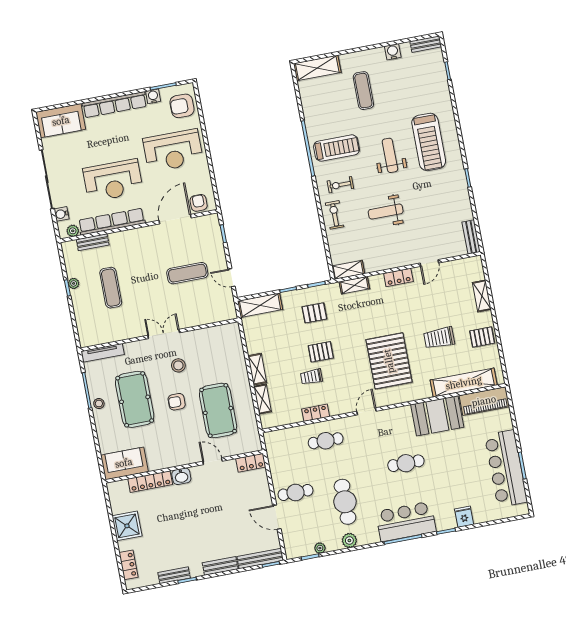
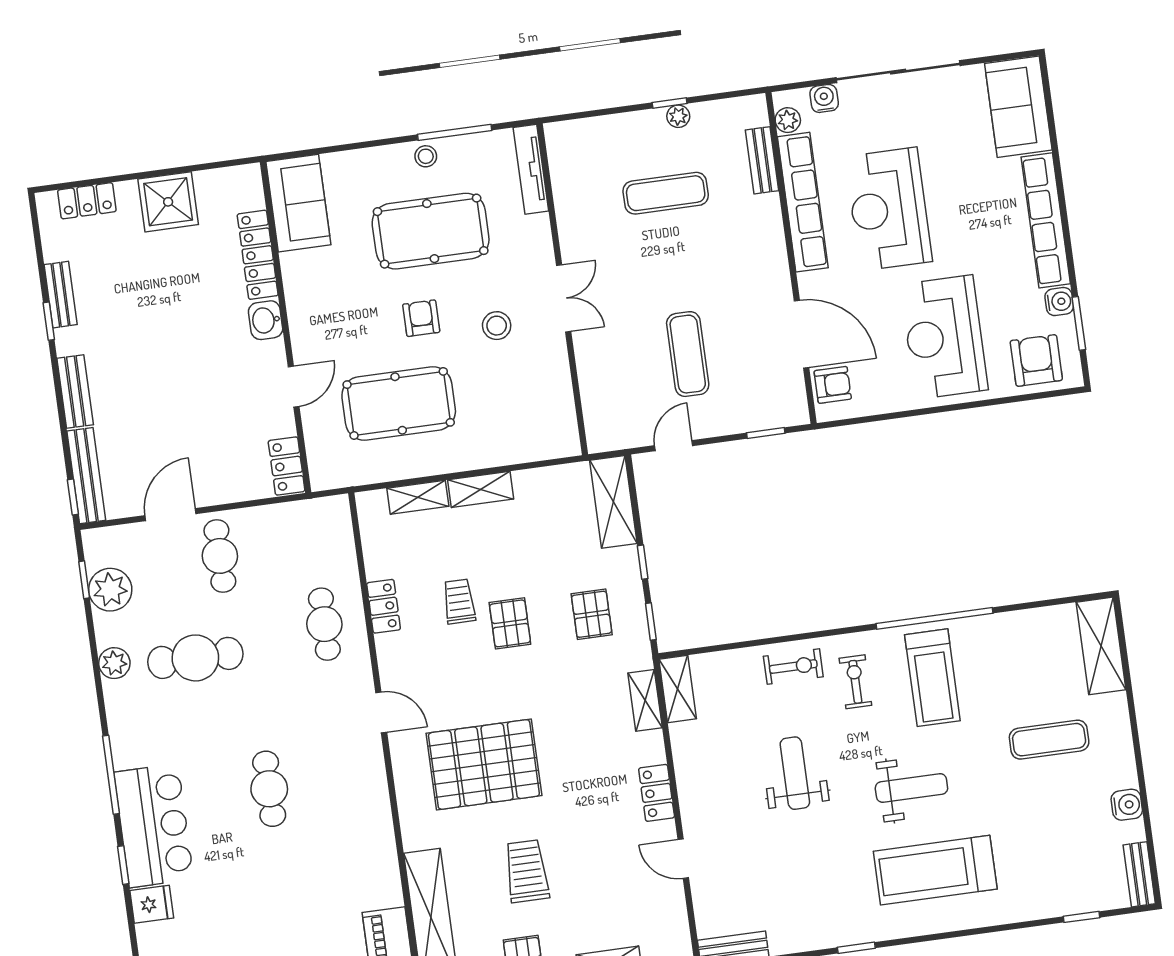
booth: (437, 416) -> (364, 859), removed
bar counter: (406, 521) -> (154, 826), moved
plant: (320, 548) -> (110, 590), width x1.88, depth x1.88

